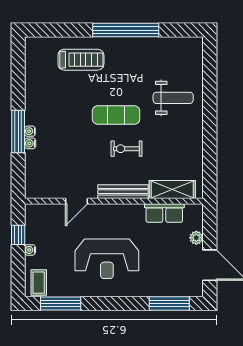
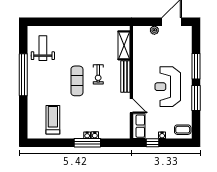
treadmill: (81, 60) -> (53, 120), moved
weight bench: (173, 98) -> (43, 48), moved
row of seats: (164, 213) -> (139, 126), moved
reception desk: (107, 259) -> (168, 87), turned 180
window: (61, 304) -> (196, 98), moved
window: (169, 304) -> (196, 66), moved

